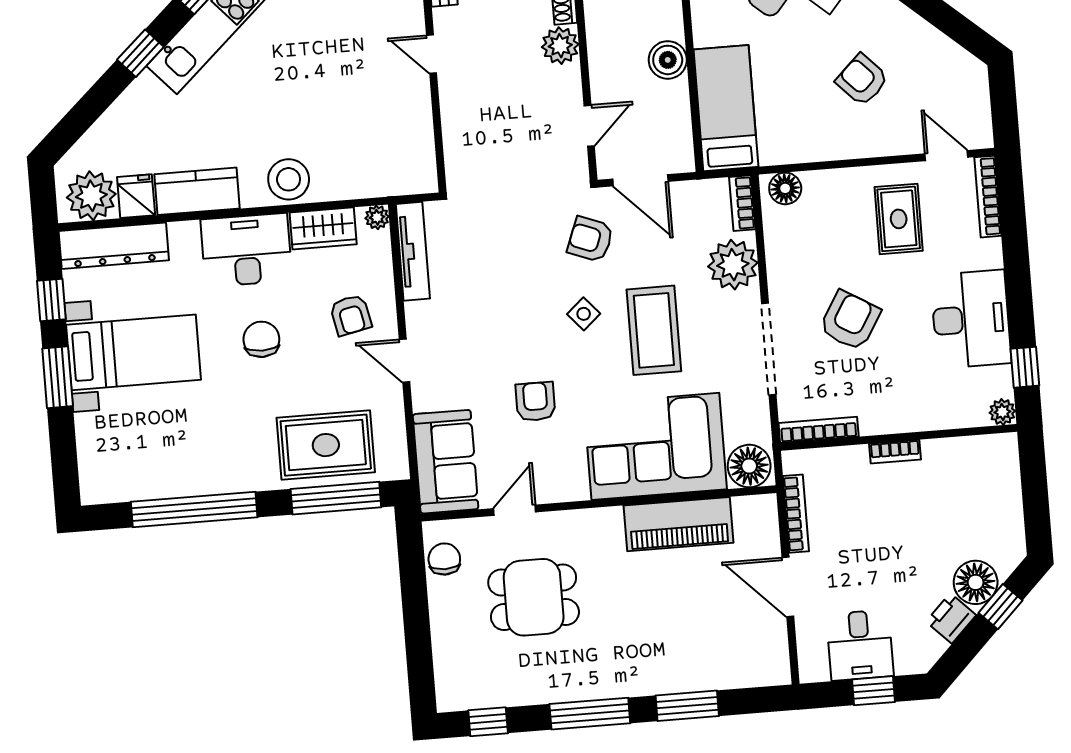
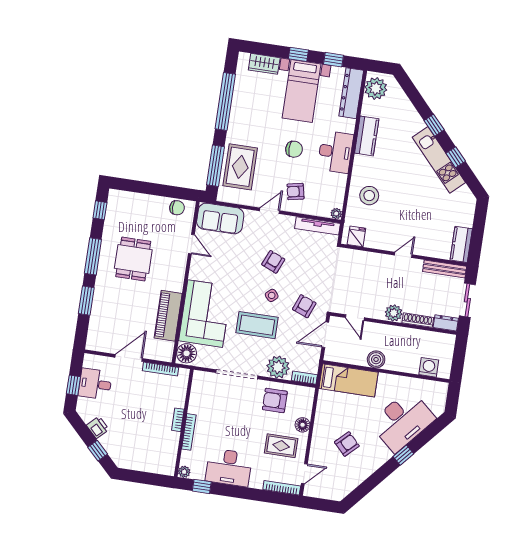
stool: (289, 179) -> (369, 196), moved
floor lamp: (785, 188) -> (303, 425), moved
fridge: (136, 196) -> (356, 236), moved, turned -90
wardrobe: (323, 228) -> (264, 64), moved, turned -90
armchair: (850, 320) -> (275, 400), moved, turned 149
window: (58, 377) -> (298, 54), width x0.67
armchair: (535, 402) -> (273, 262), moved, turned -67
bookcase: (819, 430) -> (189, 432), moved
floor lamp: (976, 582) -> (111, 442), removed
dining table: (534, 597) -> (133, 259), moved

